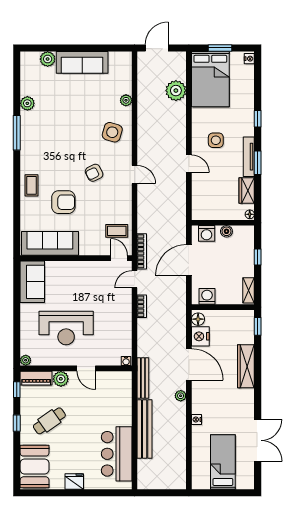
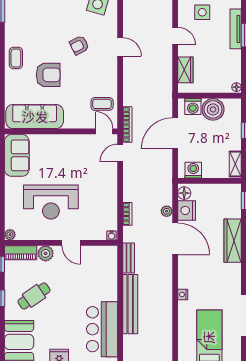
wardrobe: (247, 191) -> (185, 70), moved, turned 180
boiler: (226, 231) -> (213, 109), width x1.86, depth x1.86
bookcase: (142, 306) -> (127, 214), moved
bench: (143, 378) -> (129, 258), width x0.73
plant: (181, 396) -> (167, 211), moved

